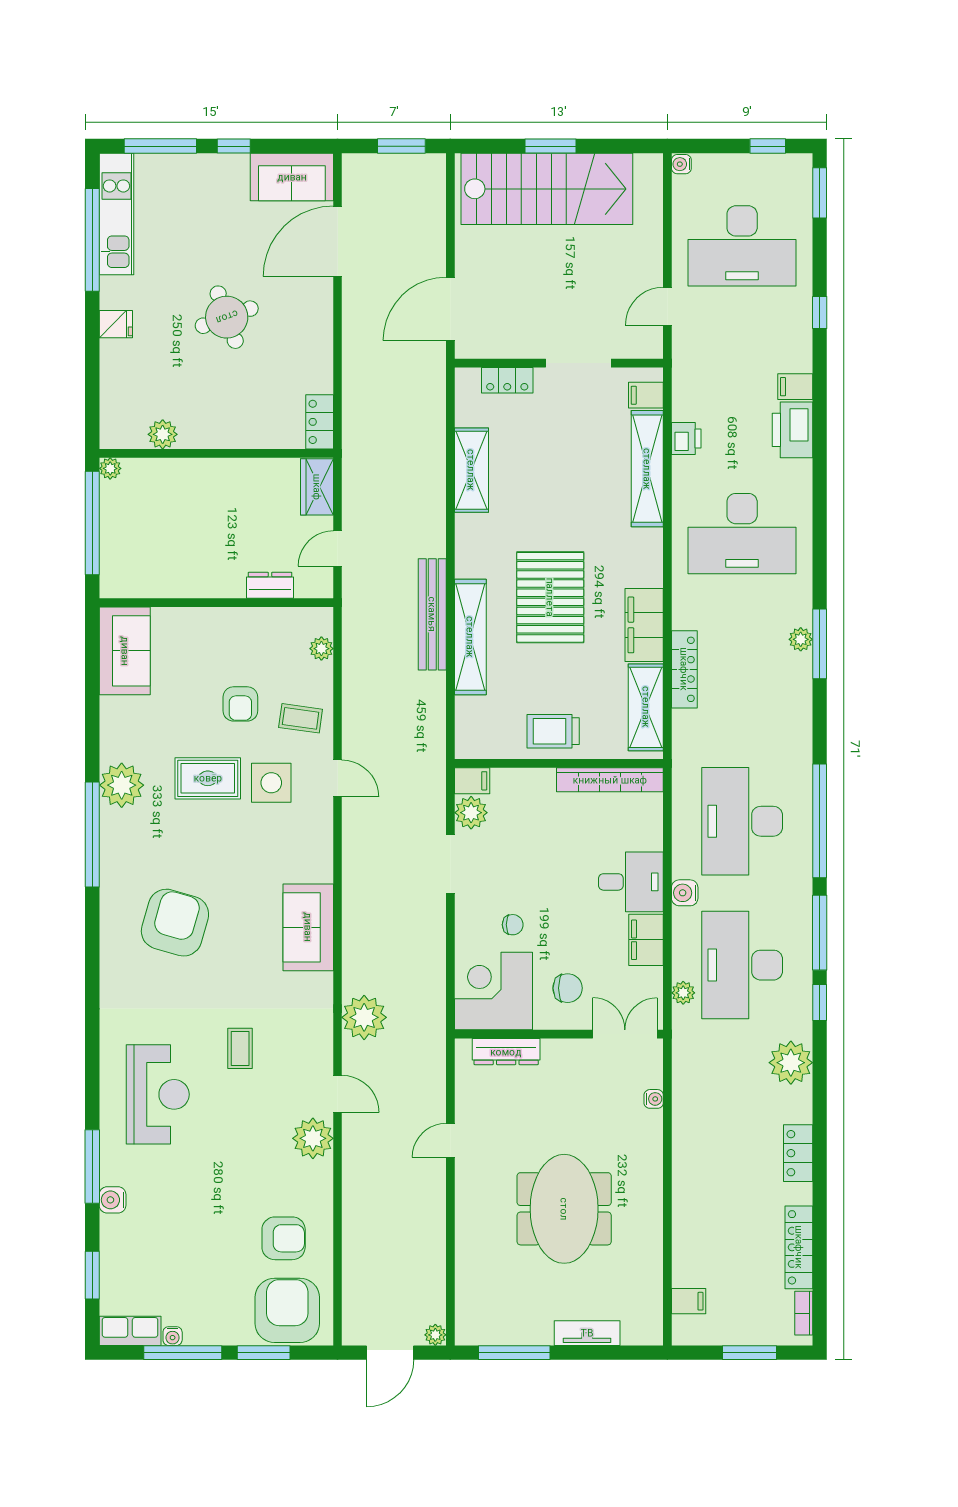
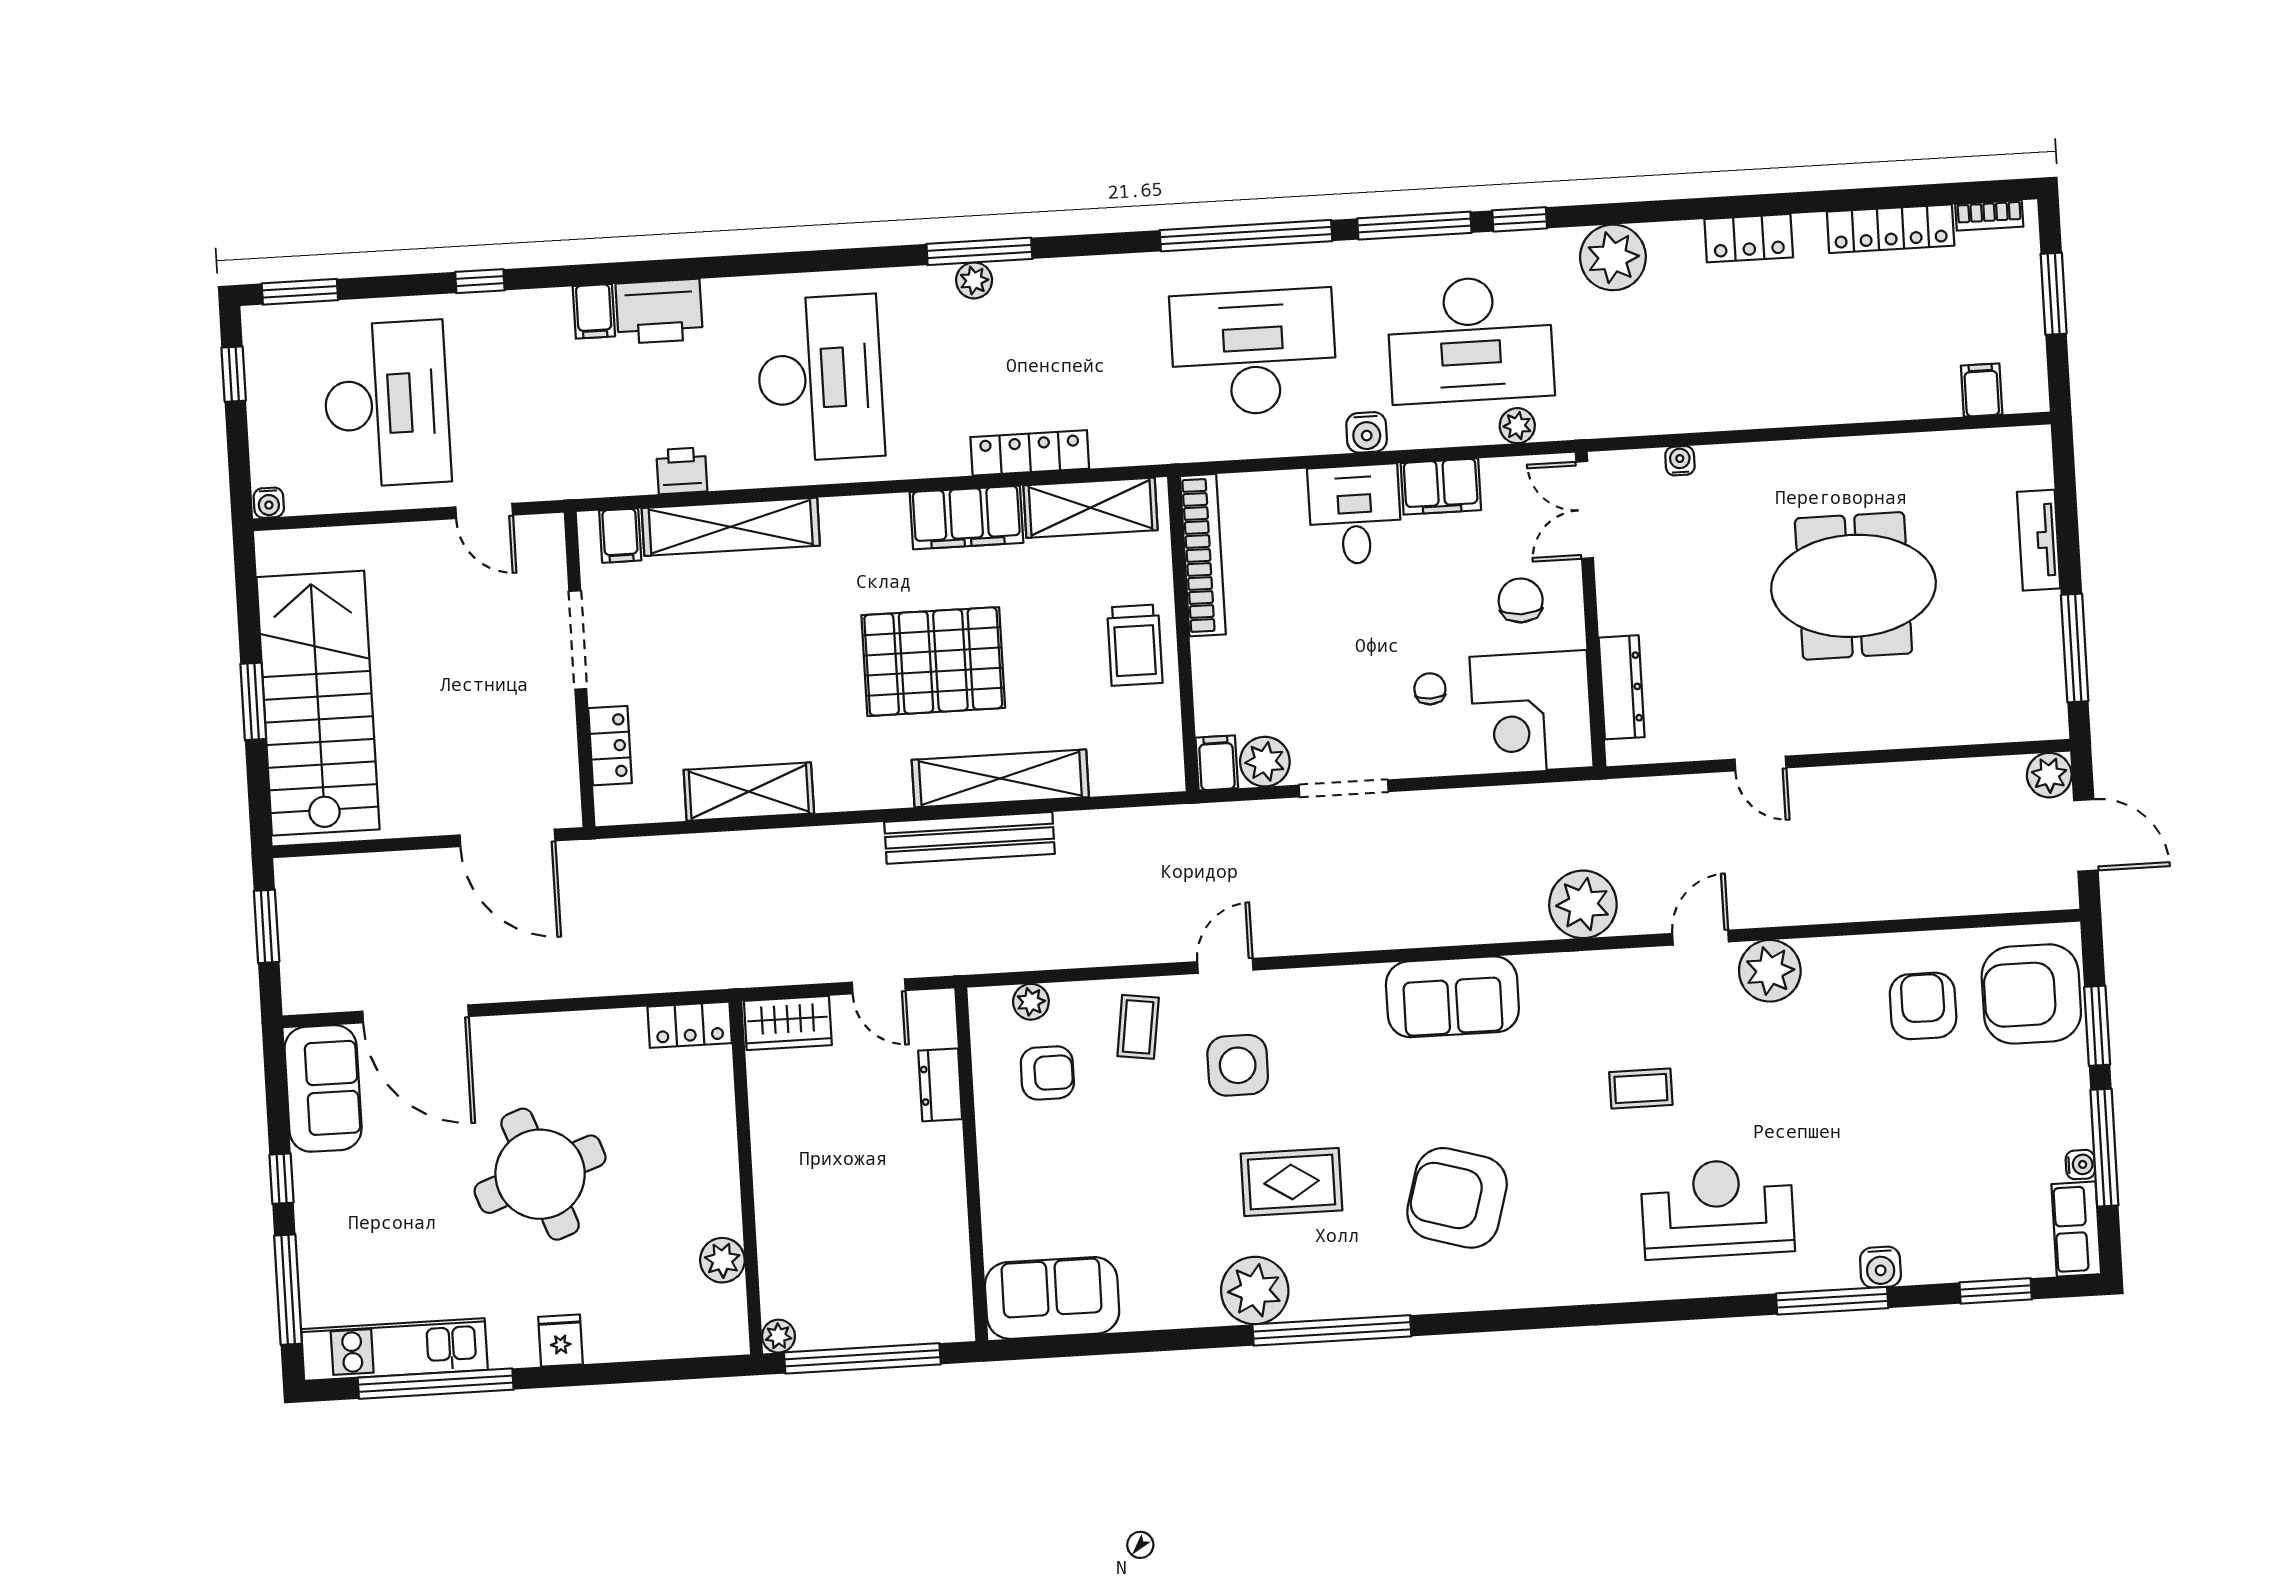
round table: (227, 317) -> (540, 1174), width x1.36, depth x1.36
armchair: (240, 704) -> (1047, 1073), moved
rug: (208, 778) -> (1292, 1182), moved, turned 90
desk: (742, 821) -> (1254, 352), turned 180
plant: (435, 1335) -> (2049, 775), width x1.38, depth x1.38

